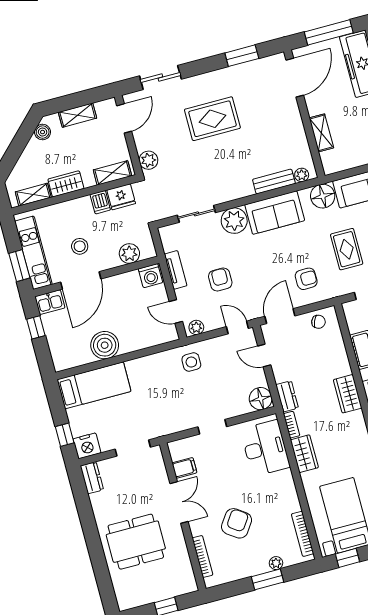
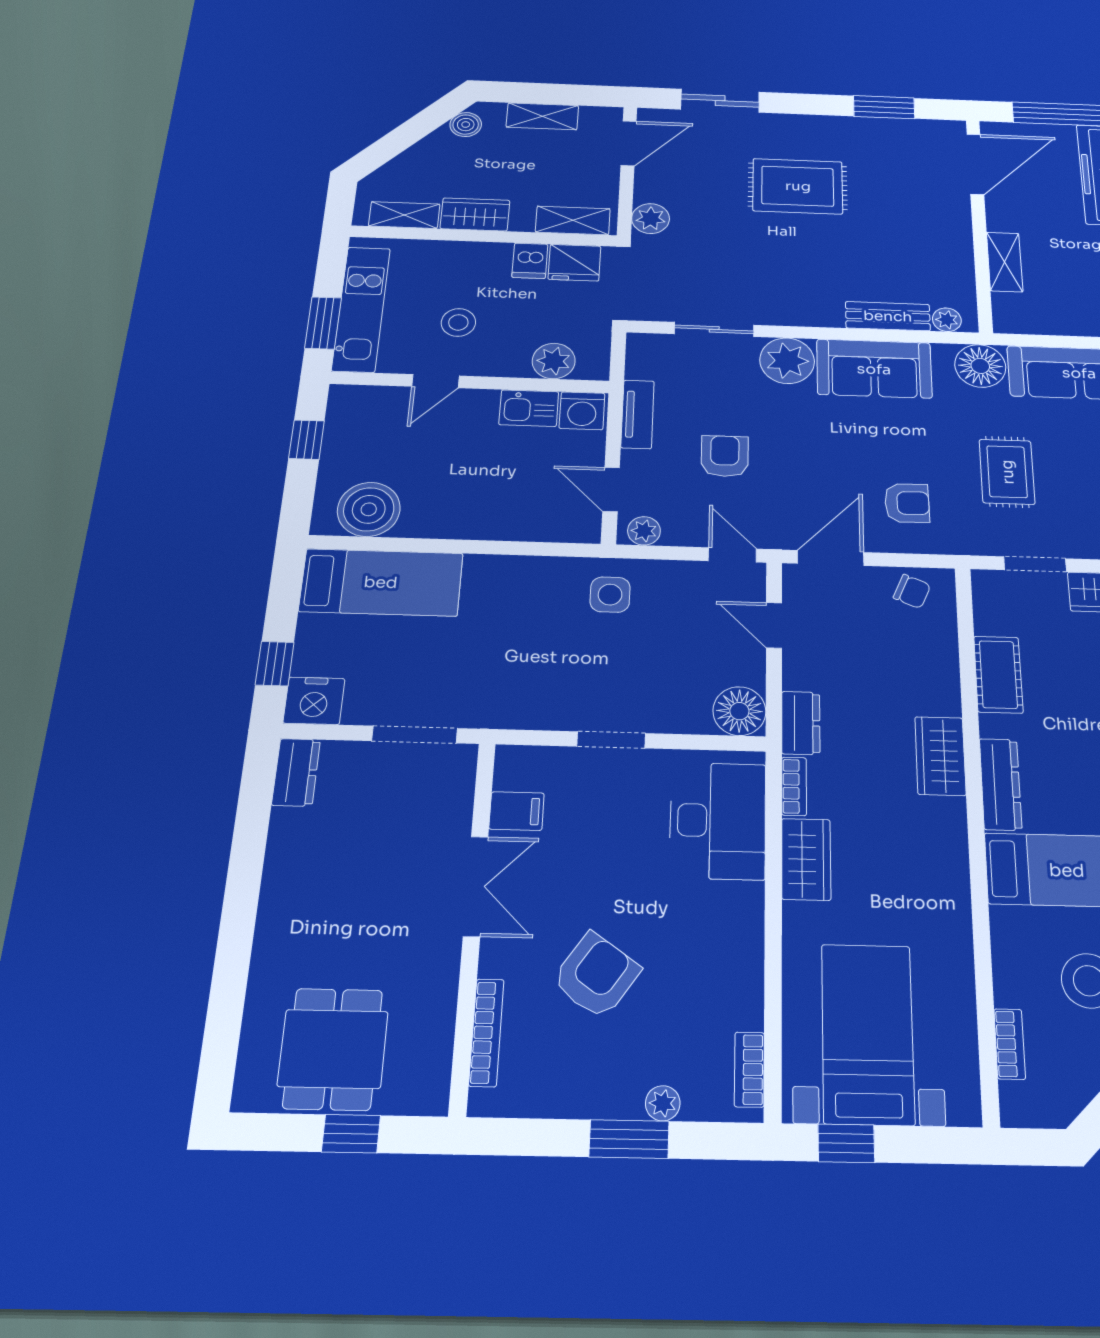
door: (81, 280) -> (435, 381), width x0.53
kitchen sink: (50, 302) -> (529, 408), moved
boiler: (105, 345) -> (369, 509), moved
bookcase: (303, 534) -> (749, 1069), width x0.64
dining table: (136, 542) -> (333, 1049), moved, width x0.73

